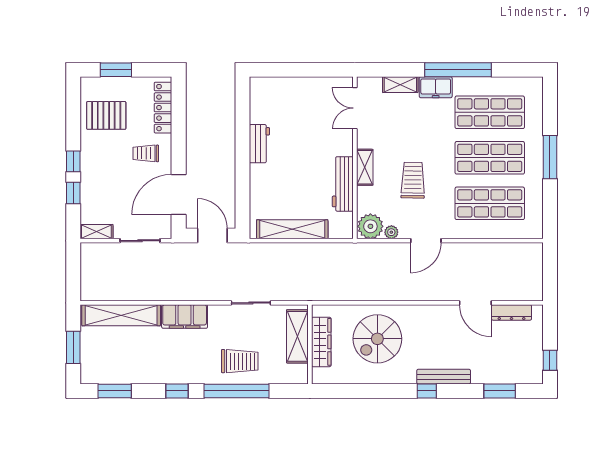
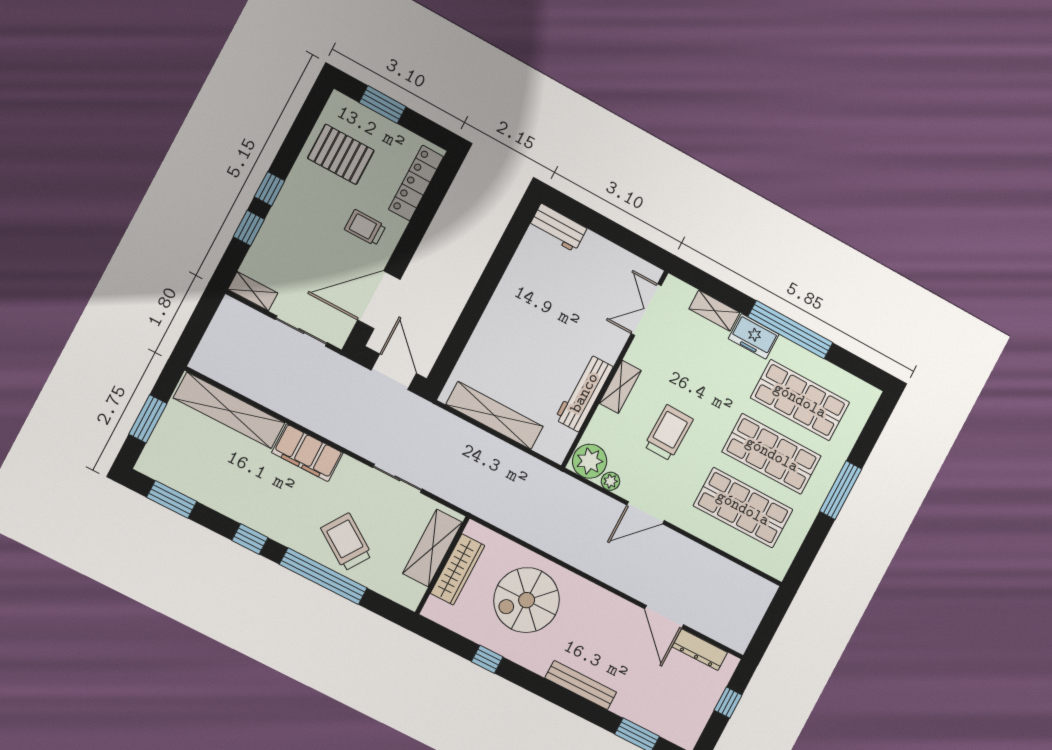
workbench: (259, 144) -> (558, 228), moved, turned 90
window: (550, 360) -> (728, 703), moved
trolley: (240, 361) -> (347, 542), turned -146
window: (427, 391) -> (487, 659), moved

